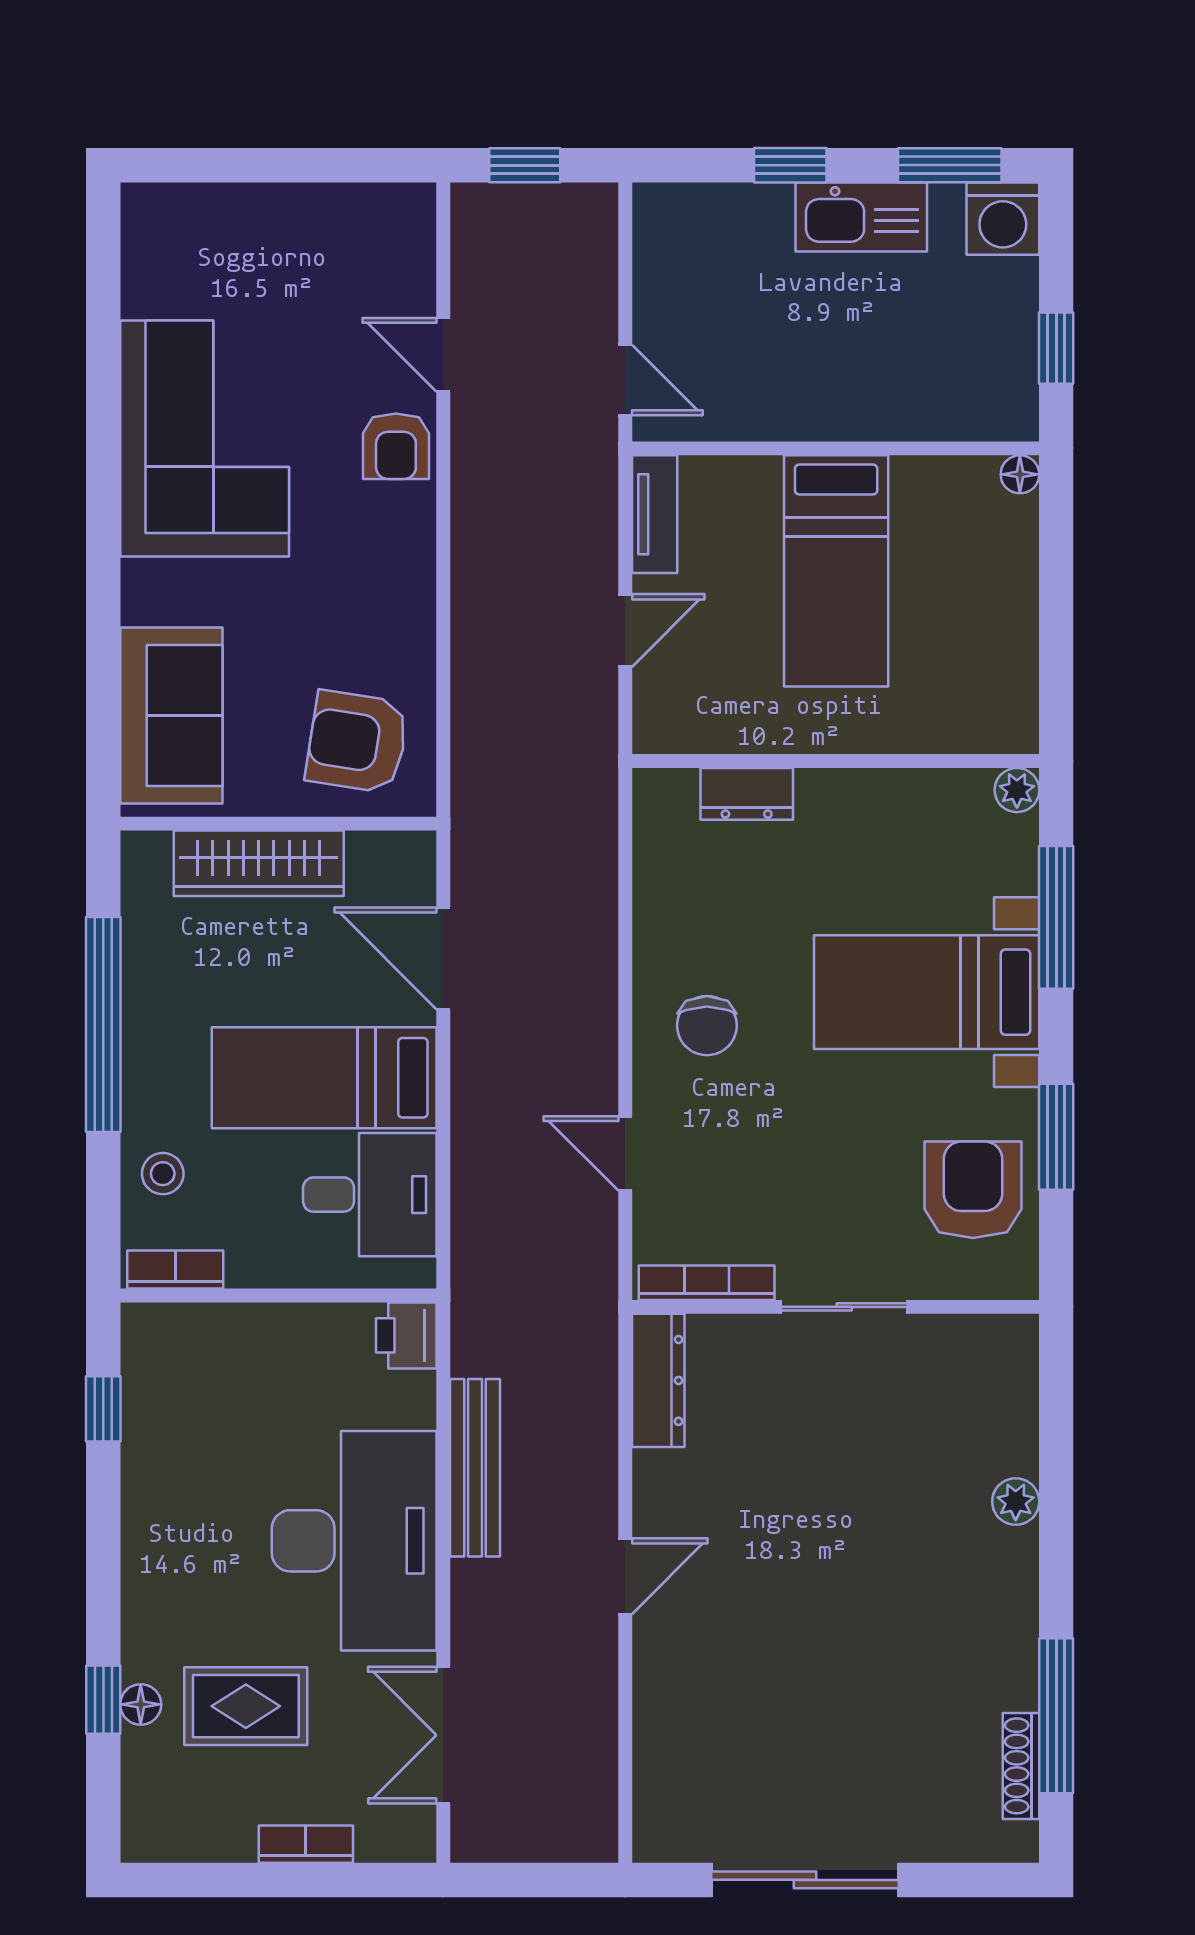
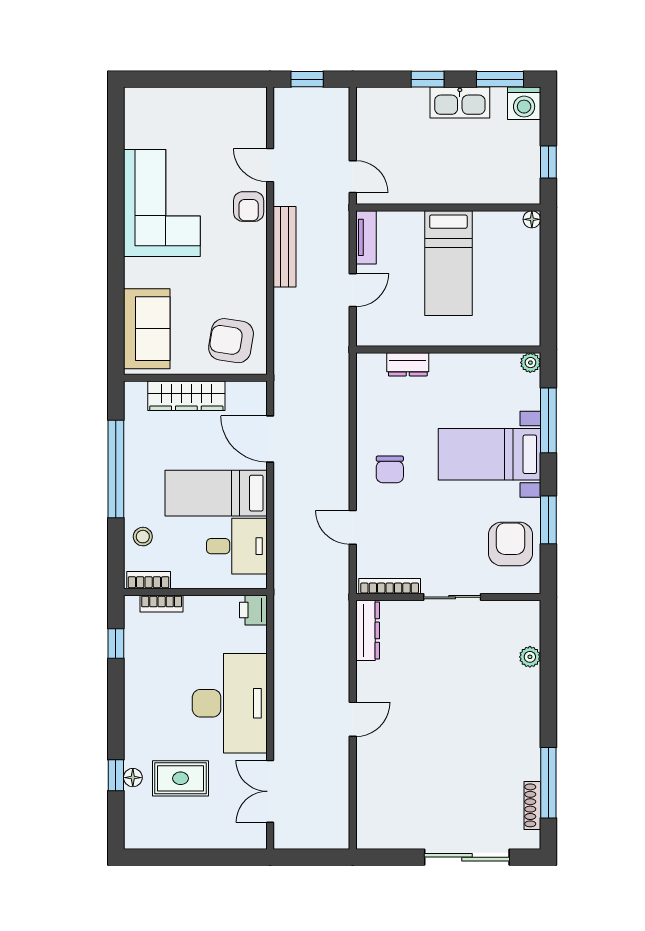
bench: (475, 1468) -> (285, 247), moved
plant: (1016, 1502) -> (530, 657), moved
bookcase: (306, 1844) -> (162, 604), moved, turned 180
sliding door: (805, 1880) -> (467, 857), moved

